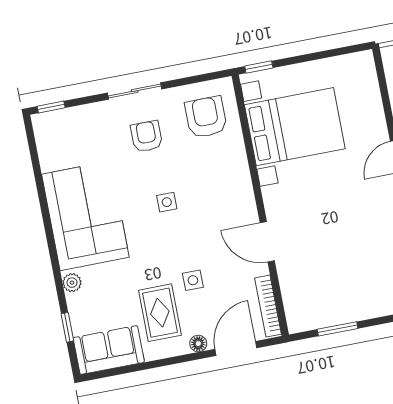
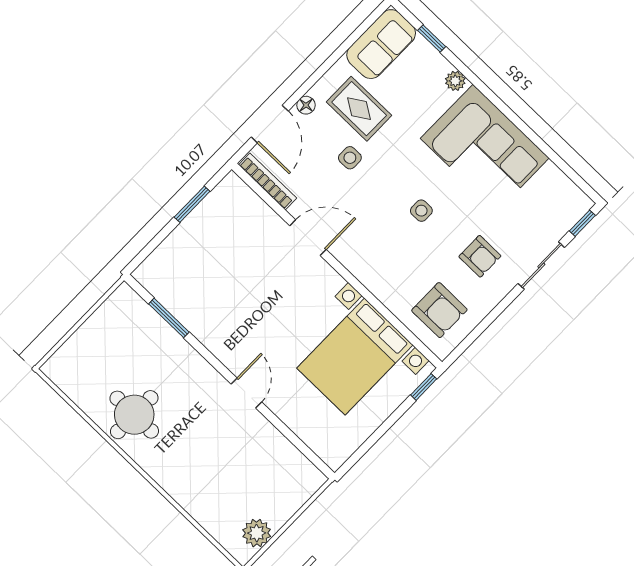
sliding door: (135, 91) -> (541, 265), moved

